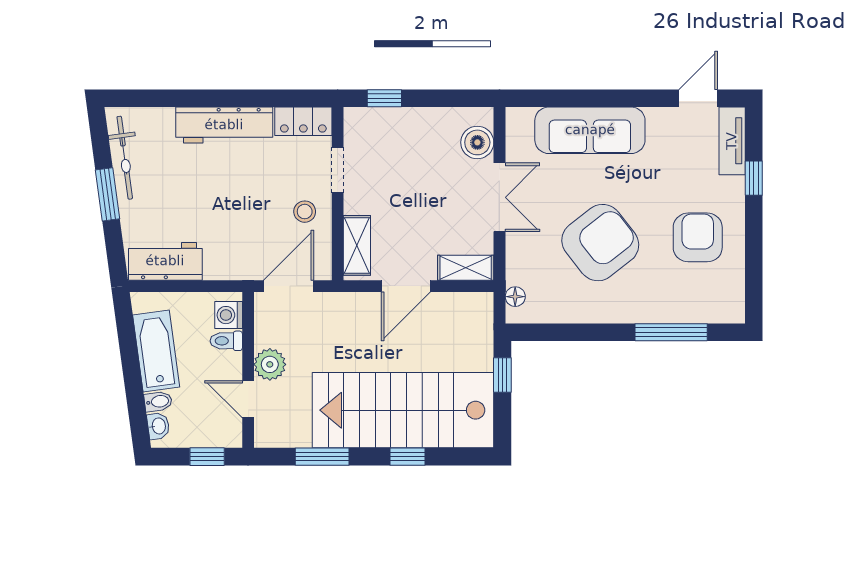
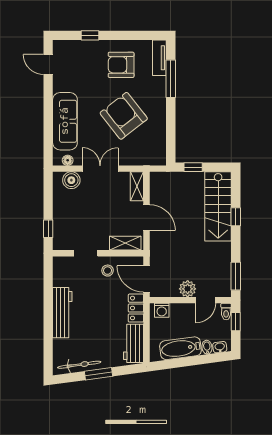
locker: (303, 121) -> (136, 308), moved, turned 180
tv unit: (732, 141) -> (159, 58), moved, turned 90
floor lamp: (515, 297) -> (68, 160), moved
toilet: (226, 341) -> (226, 312), moved
stairs: (403, 410) -> (218, 206), width x0.73, depth x0.66
window: (322, 457) -> (236, 276), moved

